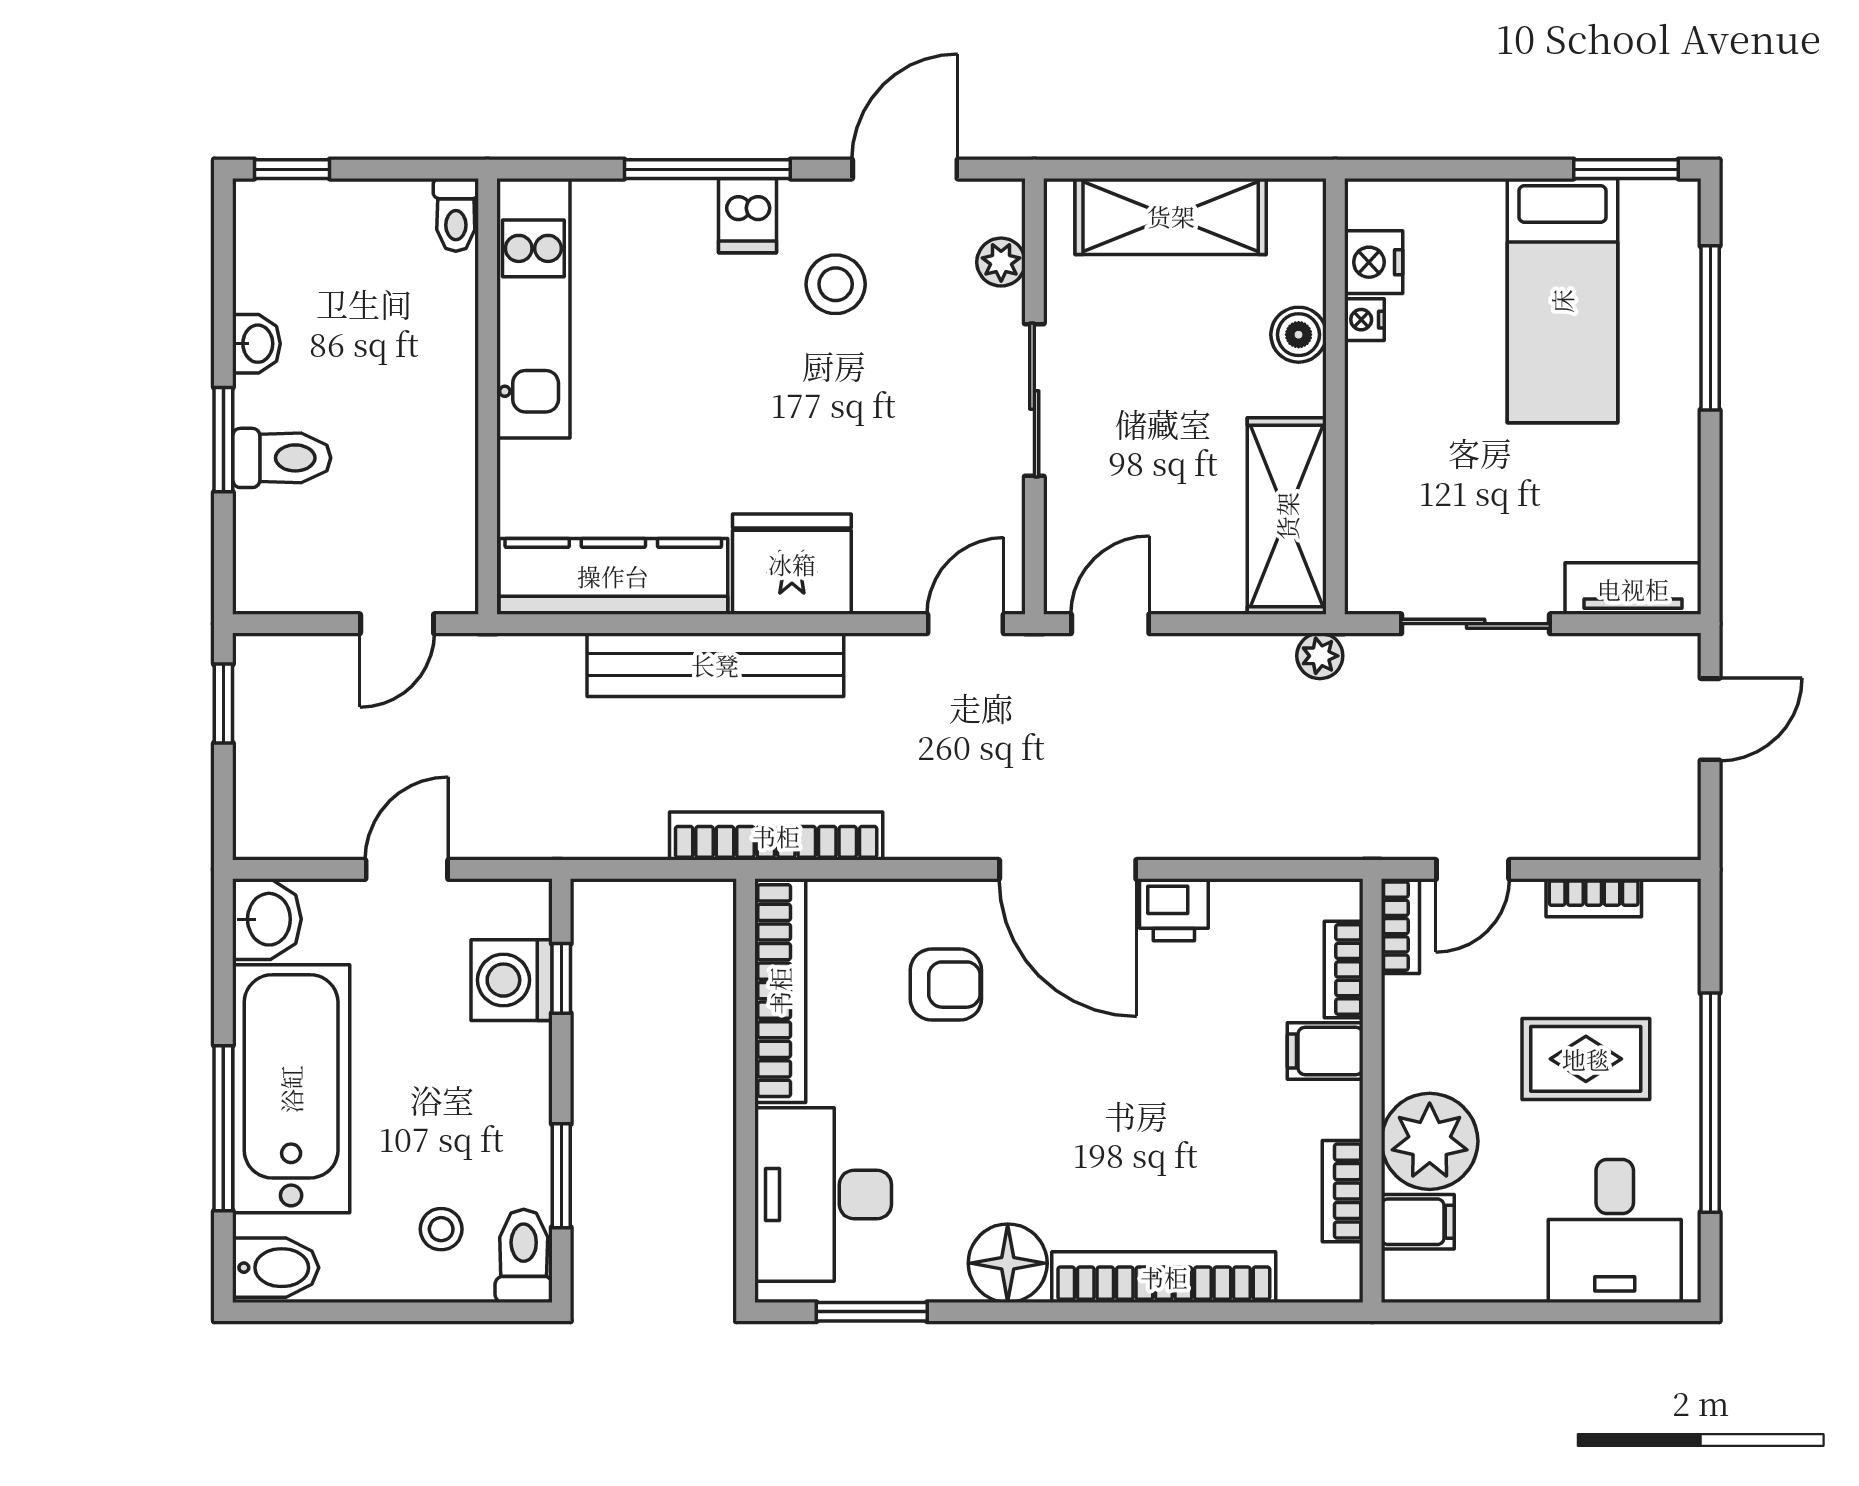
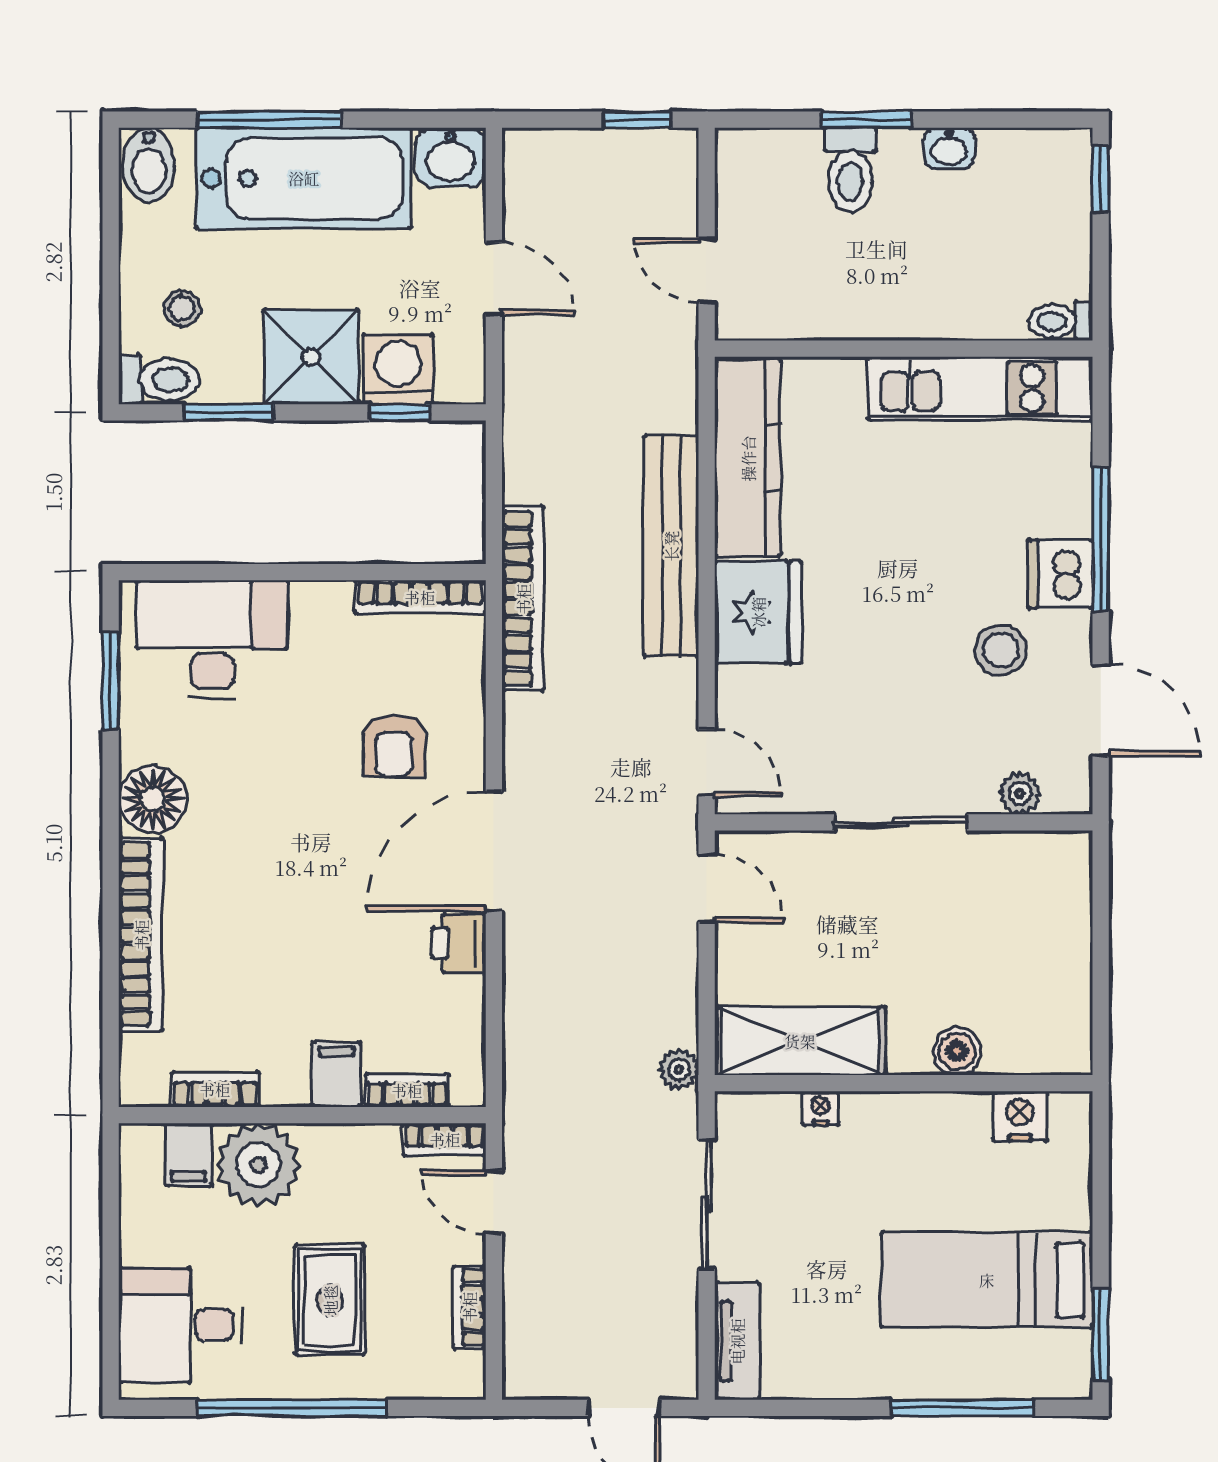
dishwasher: (748, 216) -> (1060, 574), width x1.38
shelving: (1171, 216) -> (1060, 940), removed
nightstand: (1364, 320) -> (821, 1108), moved
bookcase: (780, 991) -> (420, 597), width x0.68, depth x0.76
shower: (497, 1080) -> (311, 357), added

